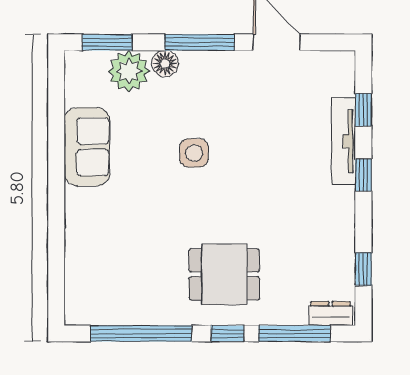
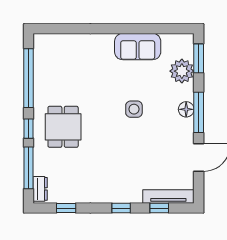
floor lamp: (165, 64) -> (186, 109), moved
tv unit: (344, 141) -> (168, 196), moved

